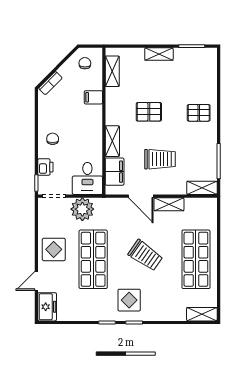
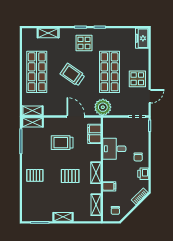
shelving: (112, 141) -> (96, 173), moved
printer: (45, 167) -> (143, 174), moved
desk: (87, 178) -> (114, 149), moved, turned -90
shelving: (169, 204) -> (32, 111), moved
plant: (82, 209) -> (103, 107), moved
door: (36, 281) -> (150, 96), moved
shelving: (202, 314) -> (48, 33), moved

